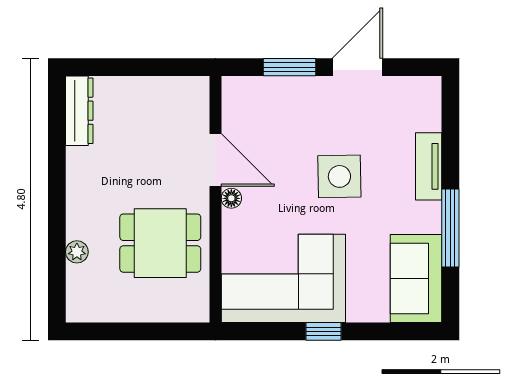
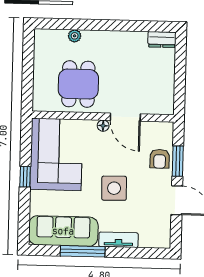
armchair: (286, 99) -> (160, 159), added
dresser: (79, 111) -> (162, 40), width x0.70
door: (215, 160) -> (125, 117), hinge flipped
sofa: (416, 278) -> (63, 231), width x1.36

